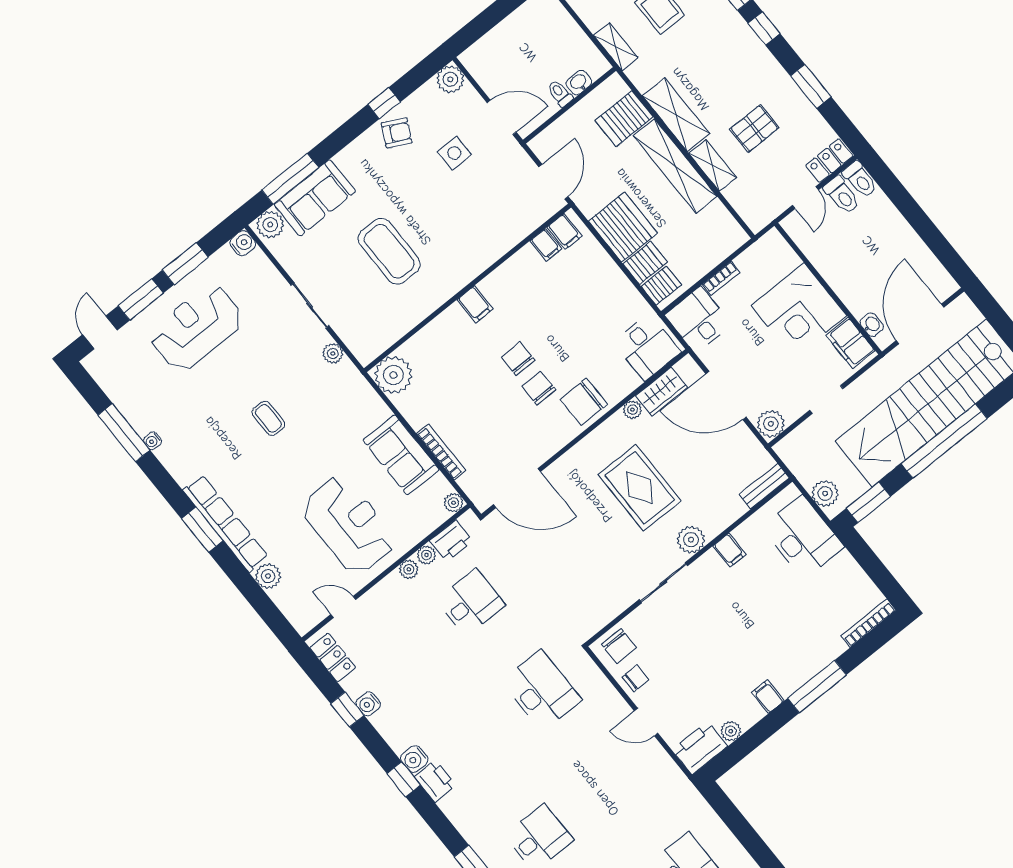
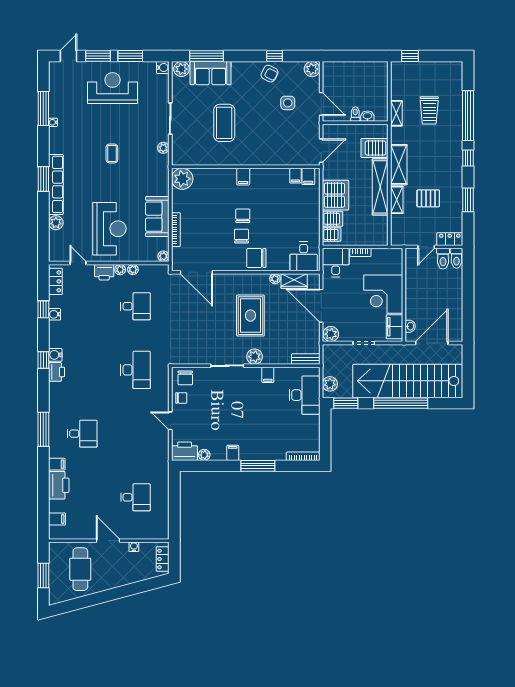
printer: (451, 541) -> (104, 272), moved

